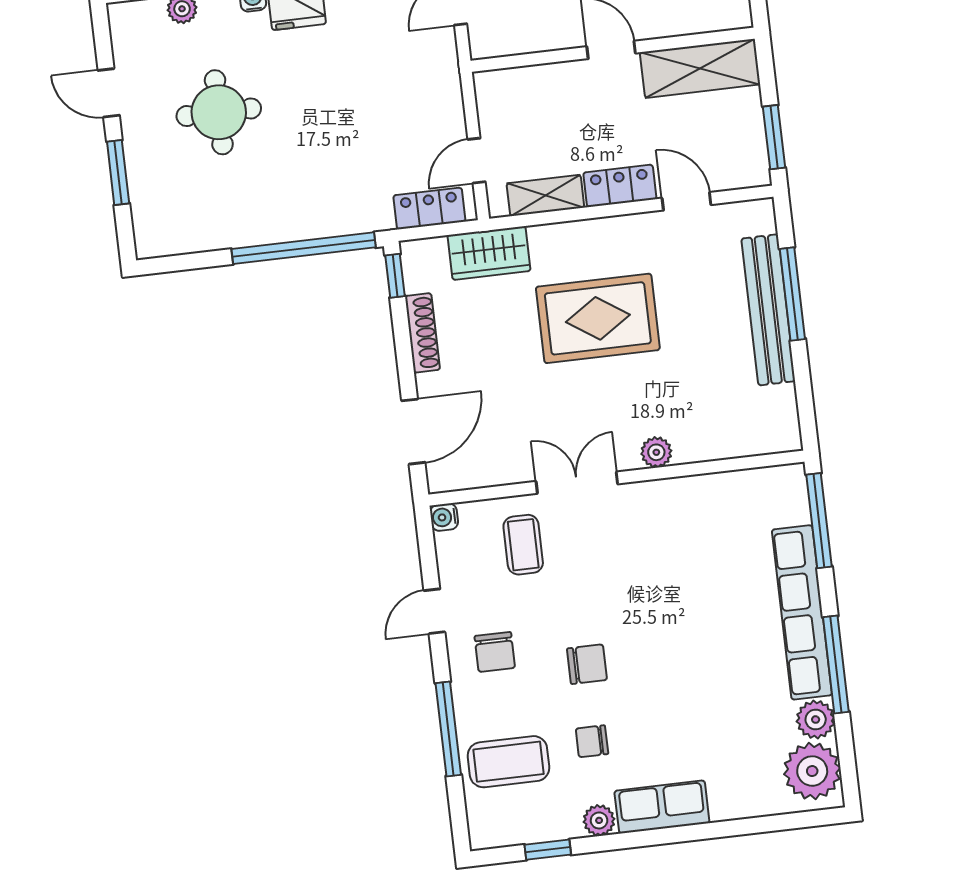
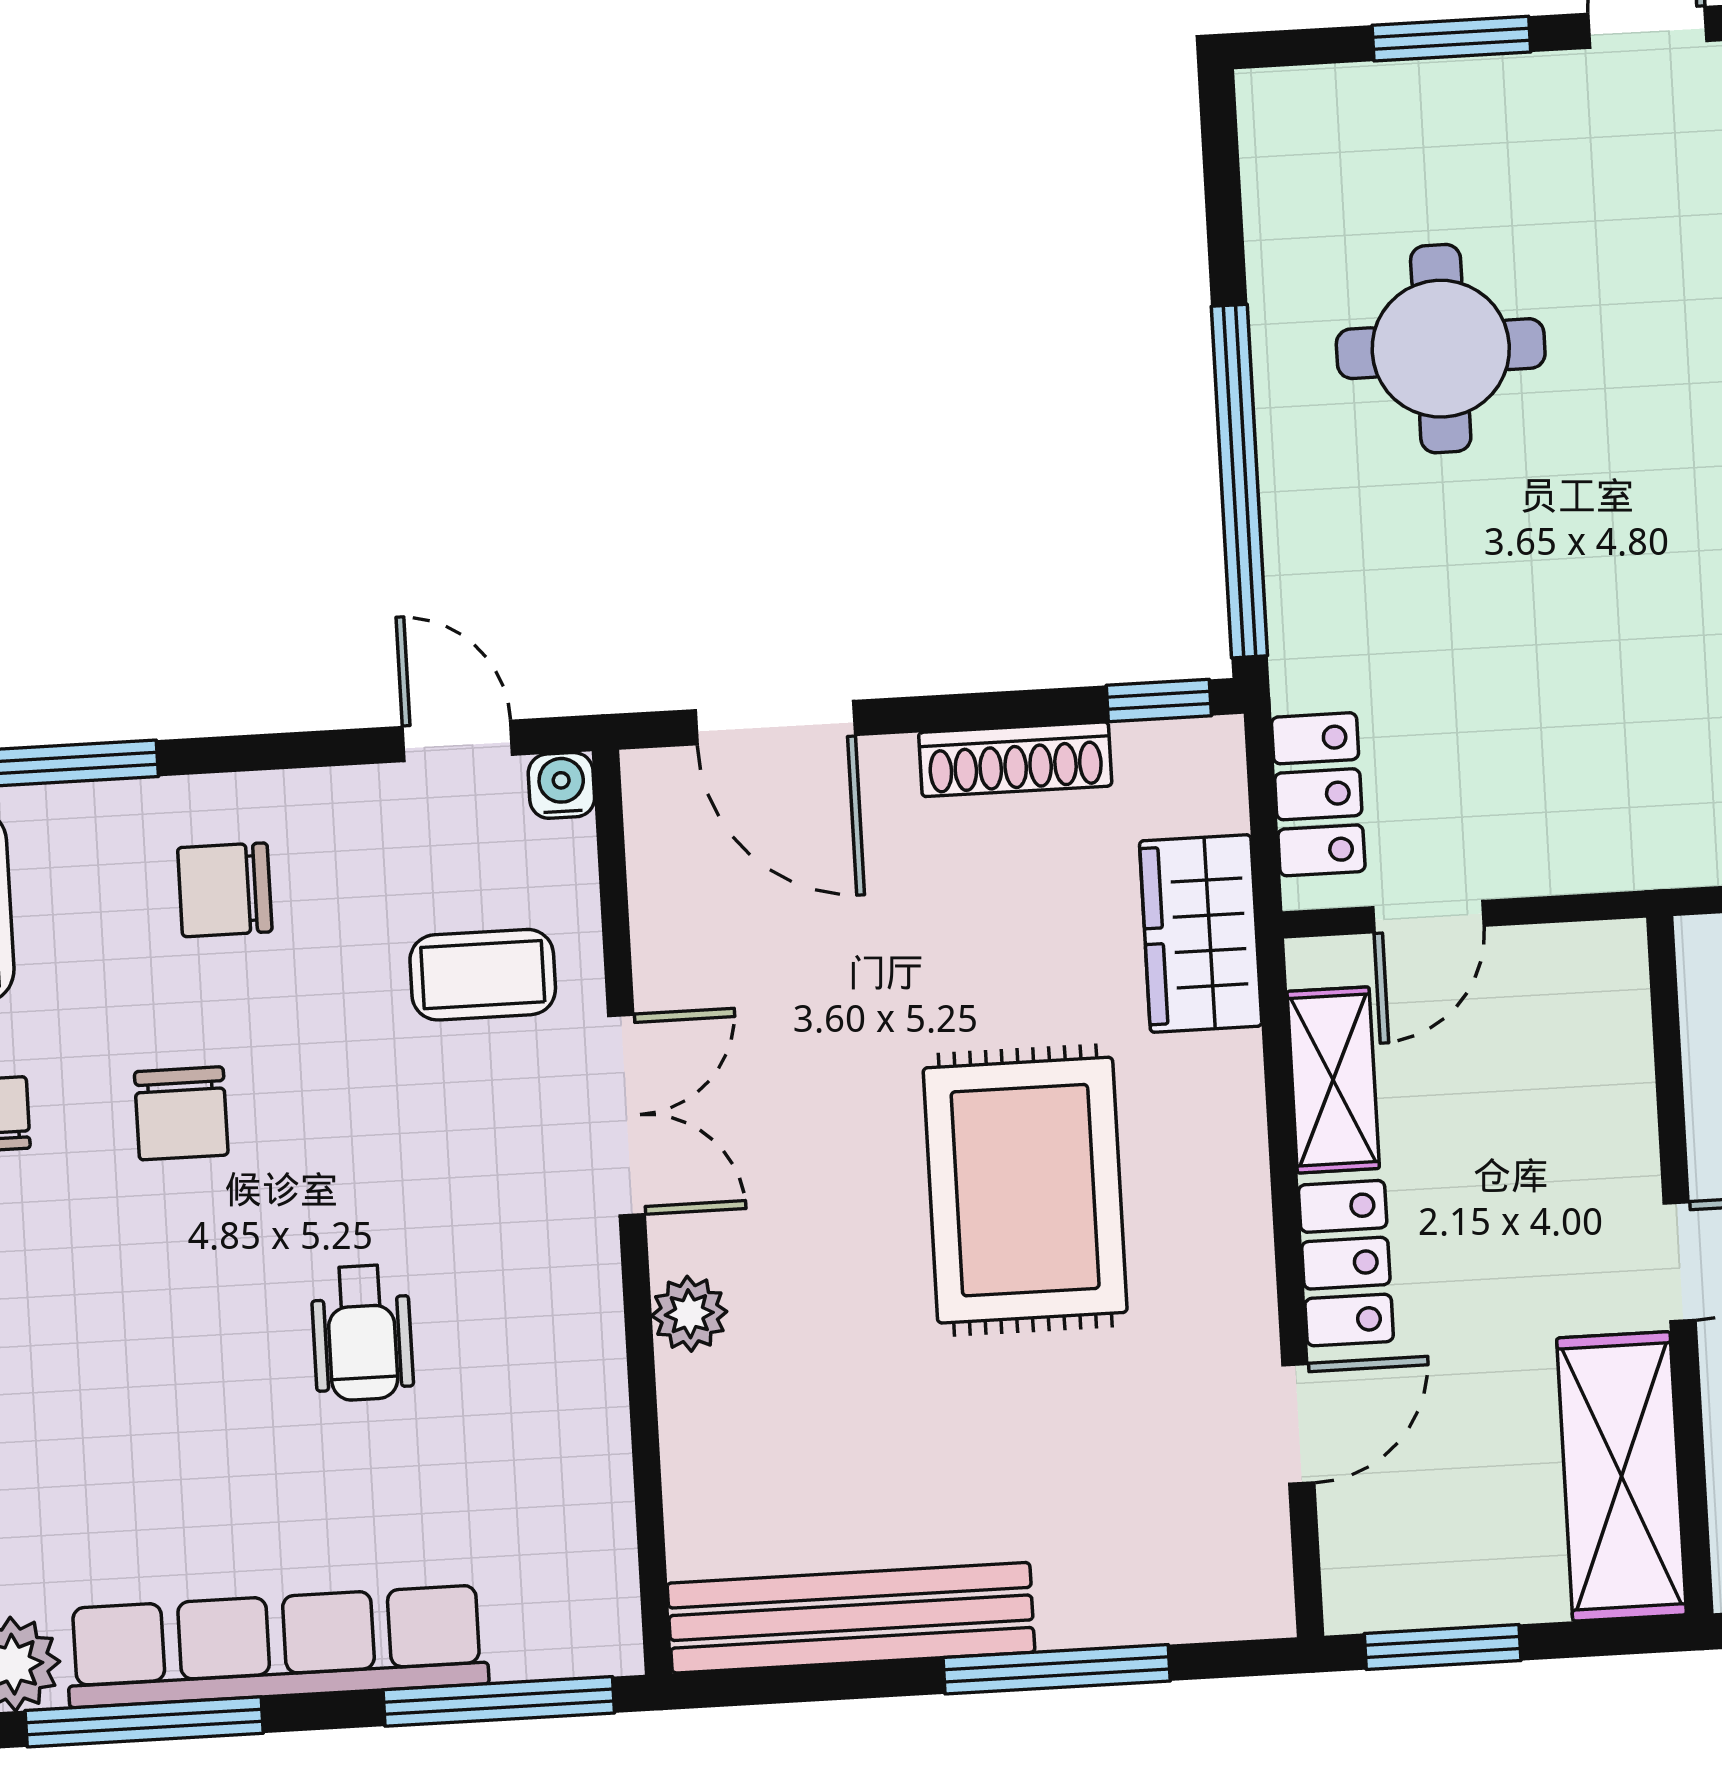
round table: (219, 112) -> (1441, 349), moved
door: (477, 161) -> (1428, 917), swing flipped
bench: (768, 310) -> (851, 1618), moved
wheelchair: (672, 585) -> (362, 1333), added
door: (434, 611) -> (457, 741), moved

